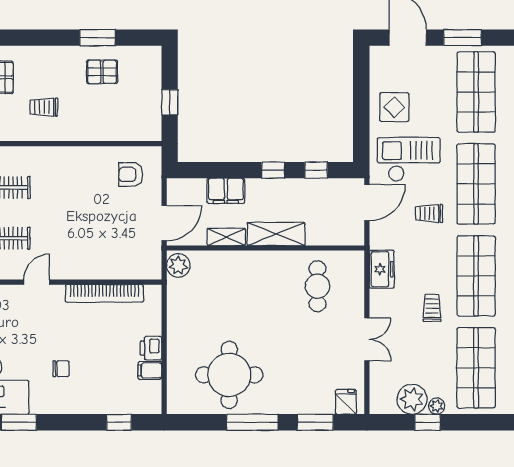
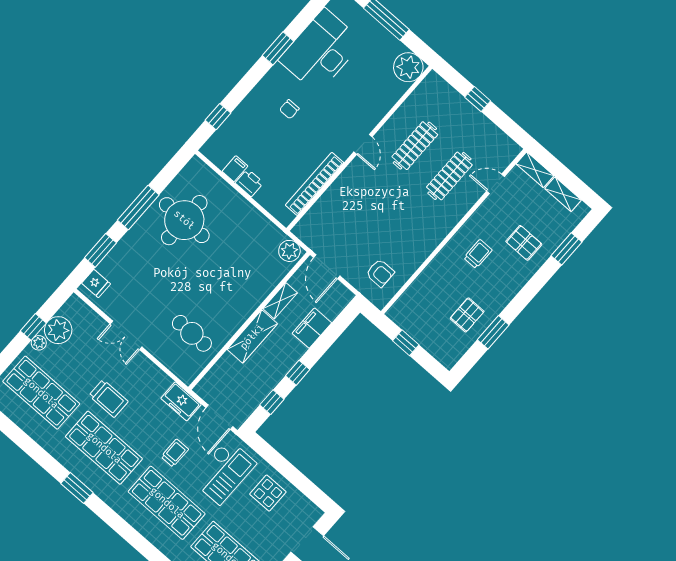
armchair: (131, 174) -> (380, 273), turned 90
freezer: (382, 269) -> (181, 401), moved
trolley: (432, 308) -> (108, 399), width x1.36, depth x1.39

